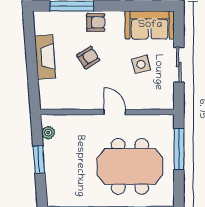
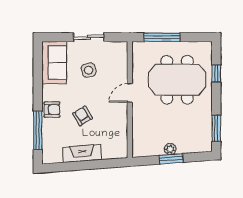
armchair: (96, 22) -> (52, 110), turned 90
plant: (48, 133) -> (170, 149), moved
meeting table: (130, 166) -> (177, 80), turned 90

